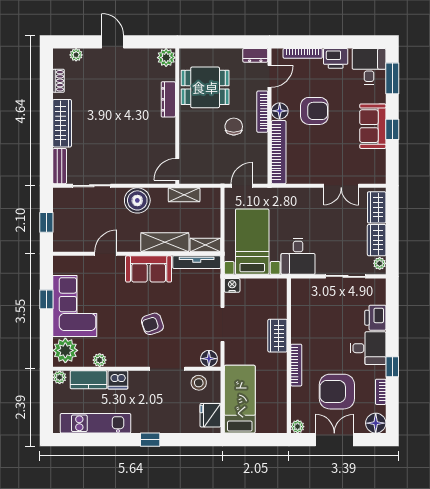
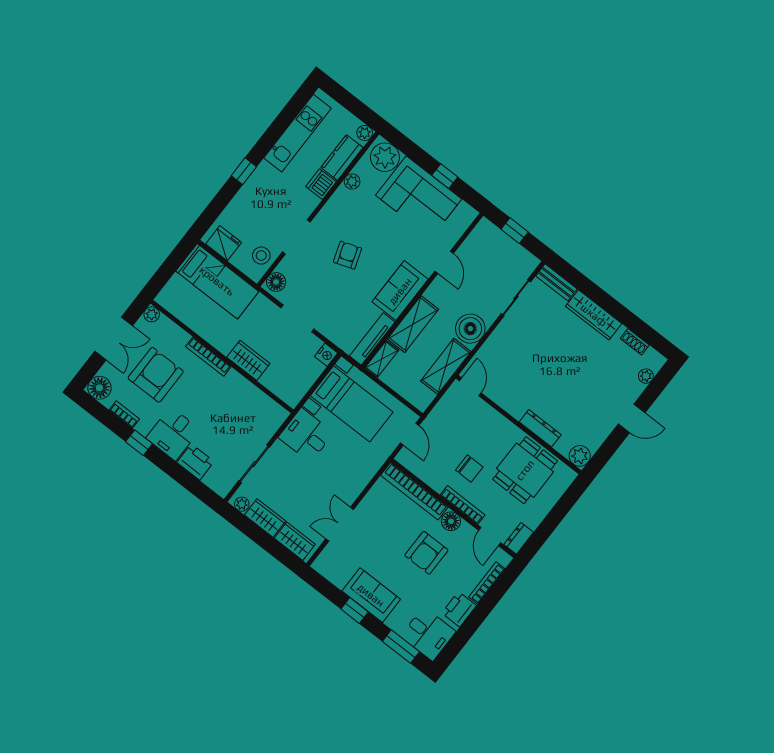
shelving: (184, 195) -> (446, 366), width x1.50, depth x1.33

